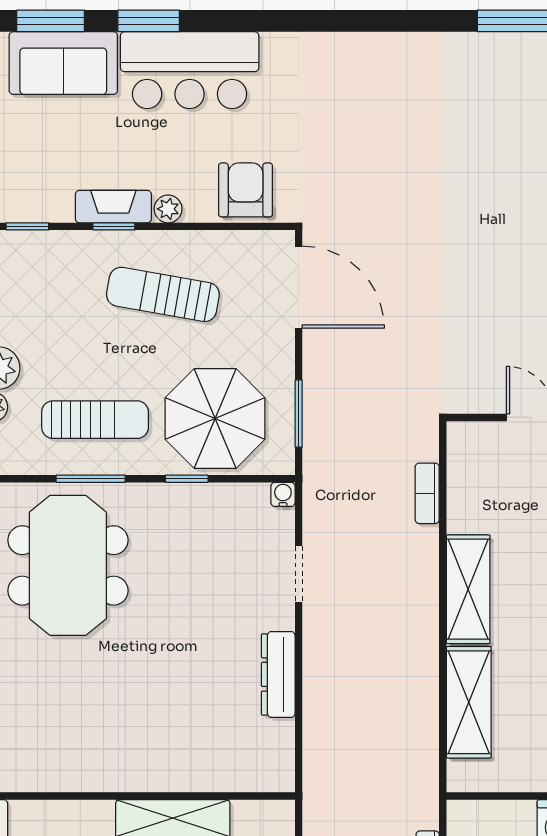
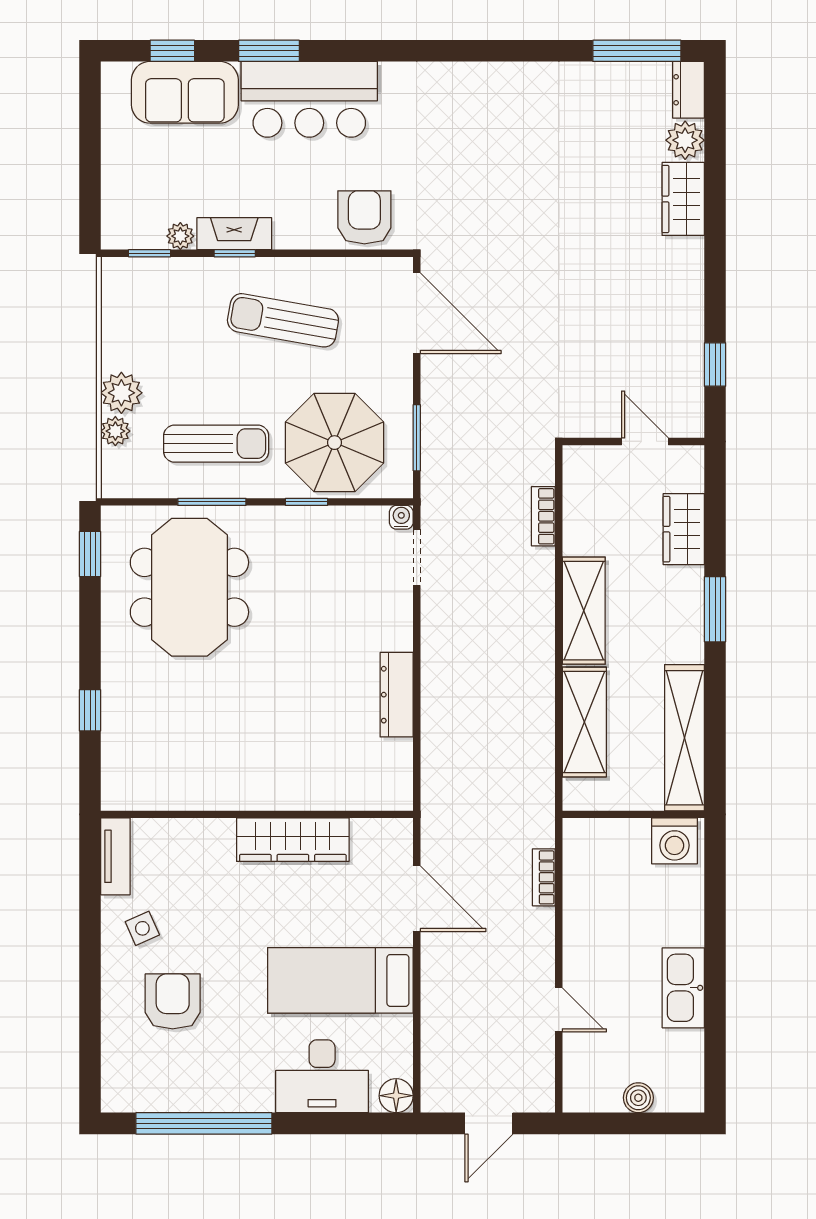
window: (51, 21) -> (172, 51), width x0.67
plant: (168, 209) -> (180, 236), moved
doorway: (299, 574) -> (417, 557), moved

